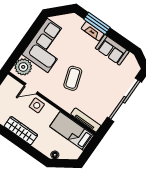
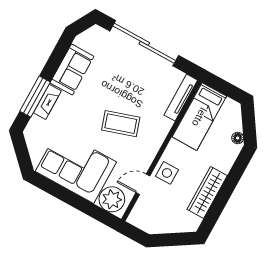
door: (31, 89) -> (143, 184), swing flipped

